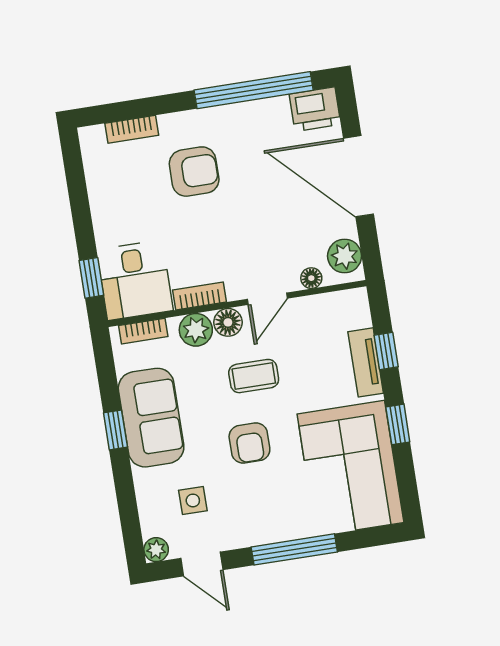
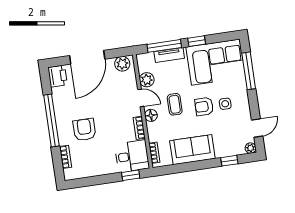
window: (254, 90) -> (51, 120), moved
floor lamp: (311, 278) -> (132, 79), removed
plant: (196, 330) -> (147, 80), moved
window: (386, 351) -> (164, 46), width x2.17
window: (115, 430) -> (229, 161), moved
armchair: (249, 443) -> (204, 106), turned 180
side table: (193, 500) -> (225, 104), moved
window: (294, 549) -> (249, 71), moved

